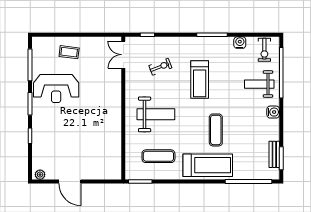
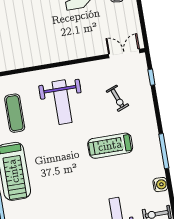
exercise mat: (216, 130) -> (56, 174), removed

